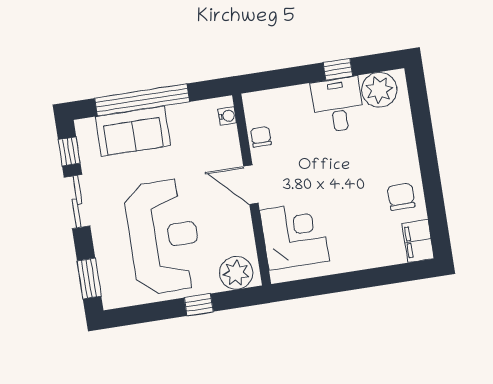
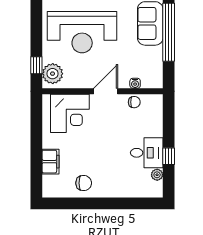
plant: (379, 90) -> (157, 175), width x0.53, depth x0.53
water cooler: (227, 116) -> (135, 83), moved
filing cabinet: (418, 241) -> (51, 162), moved, turned 90
window: (199, 305) -> (36, 65), moved

